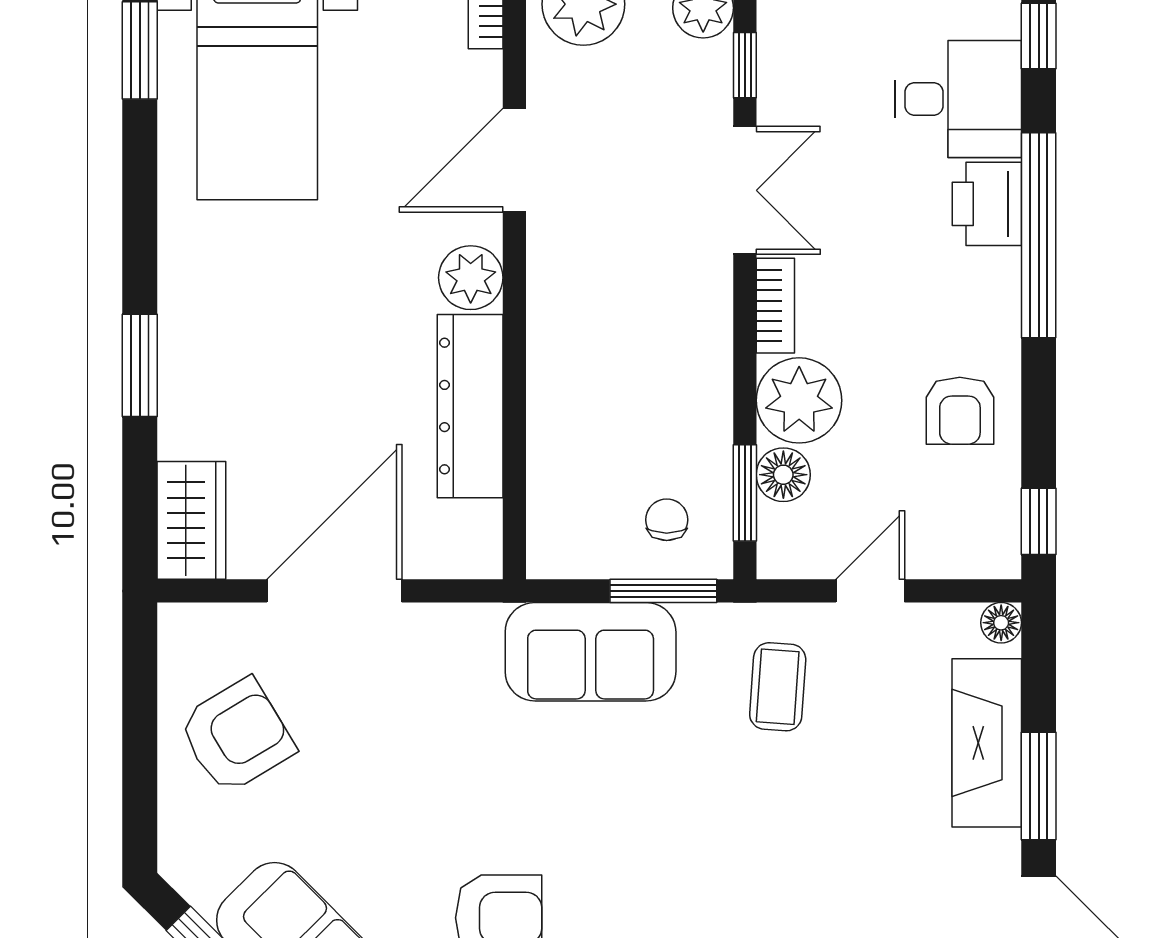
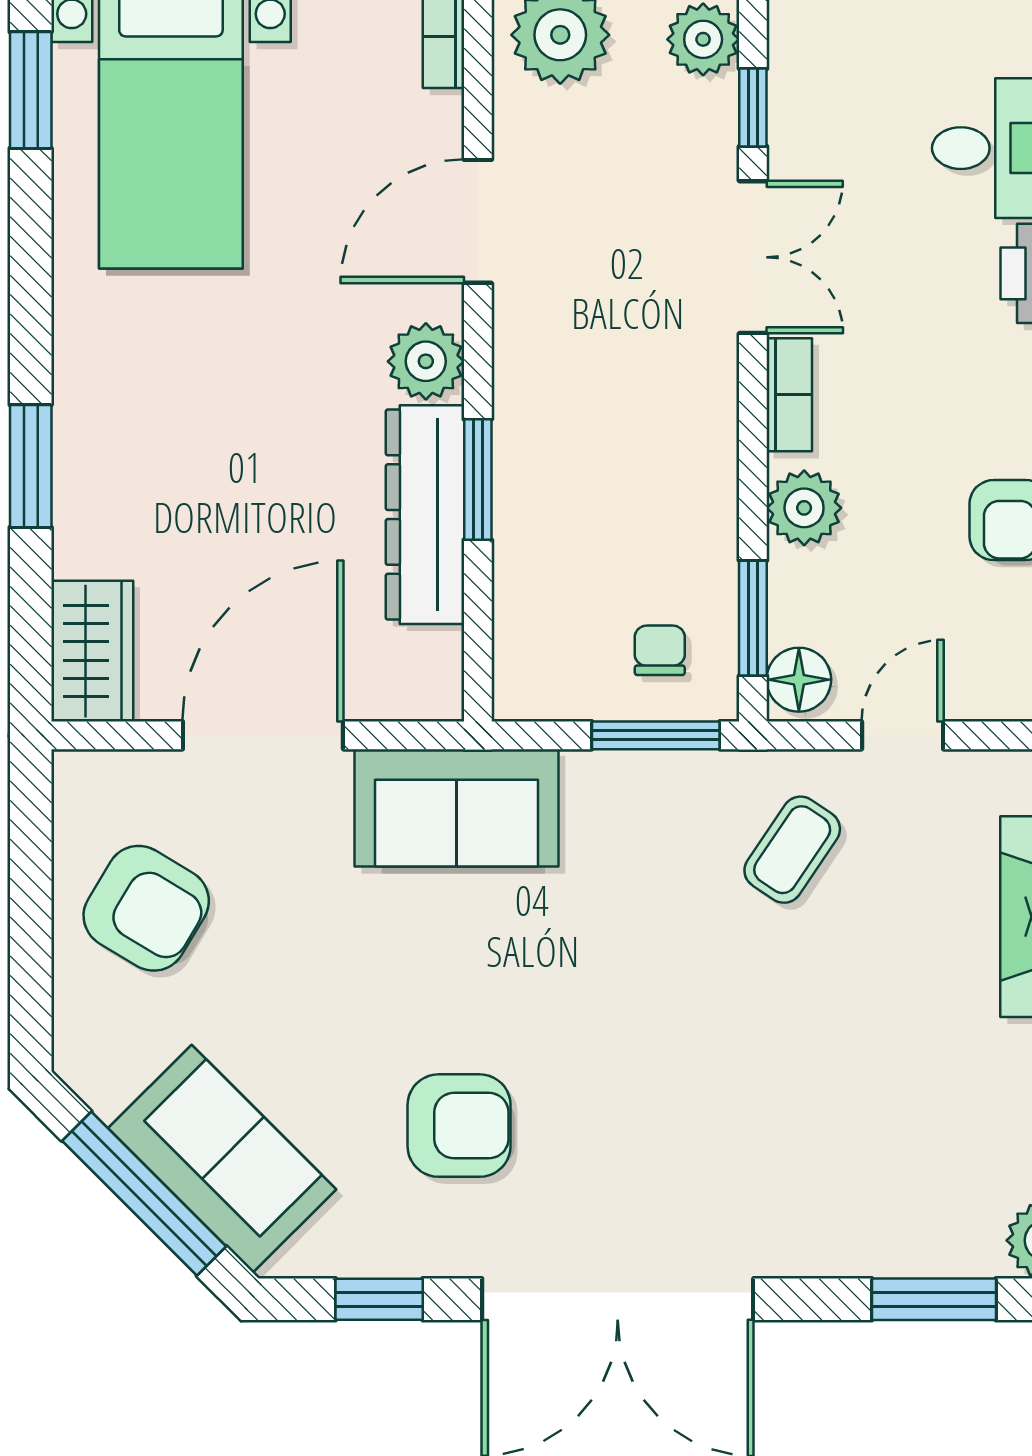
window: (514, 377) -> (478, 480), added
plant: (799, 400) -> (804, 508), width x0.73, depth x0.73
floor lamp: (783, 475) -> (799, 680), moved
sofa: (591, 652) -> (457, 808), moved
coffee table: (778, 687) -> (792, 850), turned 30
armchair: (236, 736) -> (146, 908), turned 62

